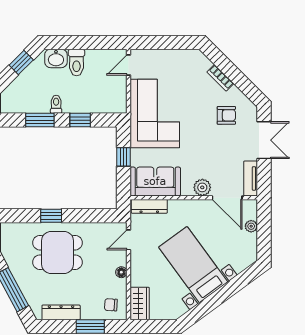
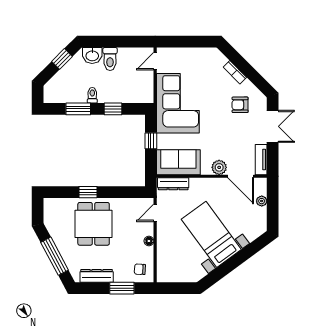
armchair: (226, 115) -> (240, 105), turned 180
dining table: (58, 252) -> (94, 224), turned 90
wardrobe: (140, 303) -> (165, 268), removed

